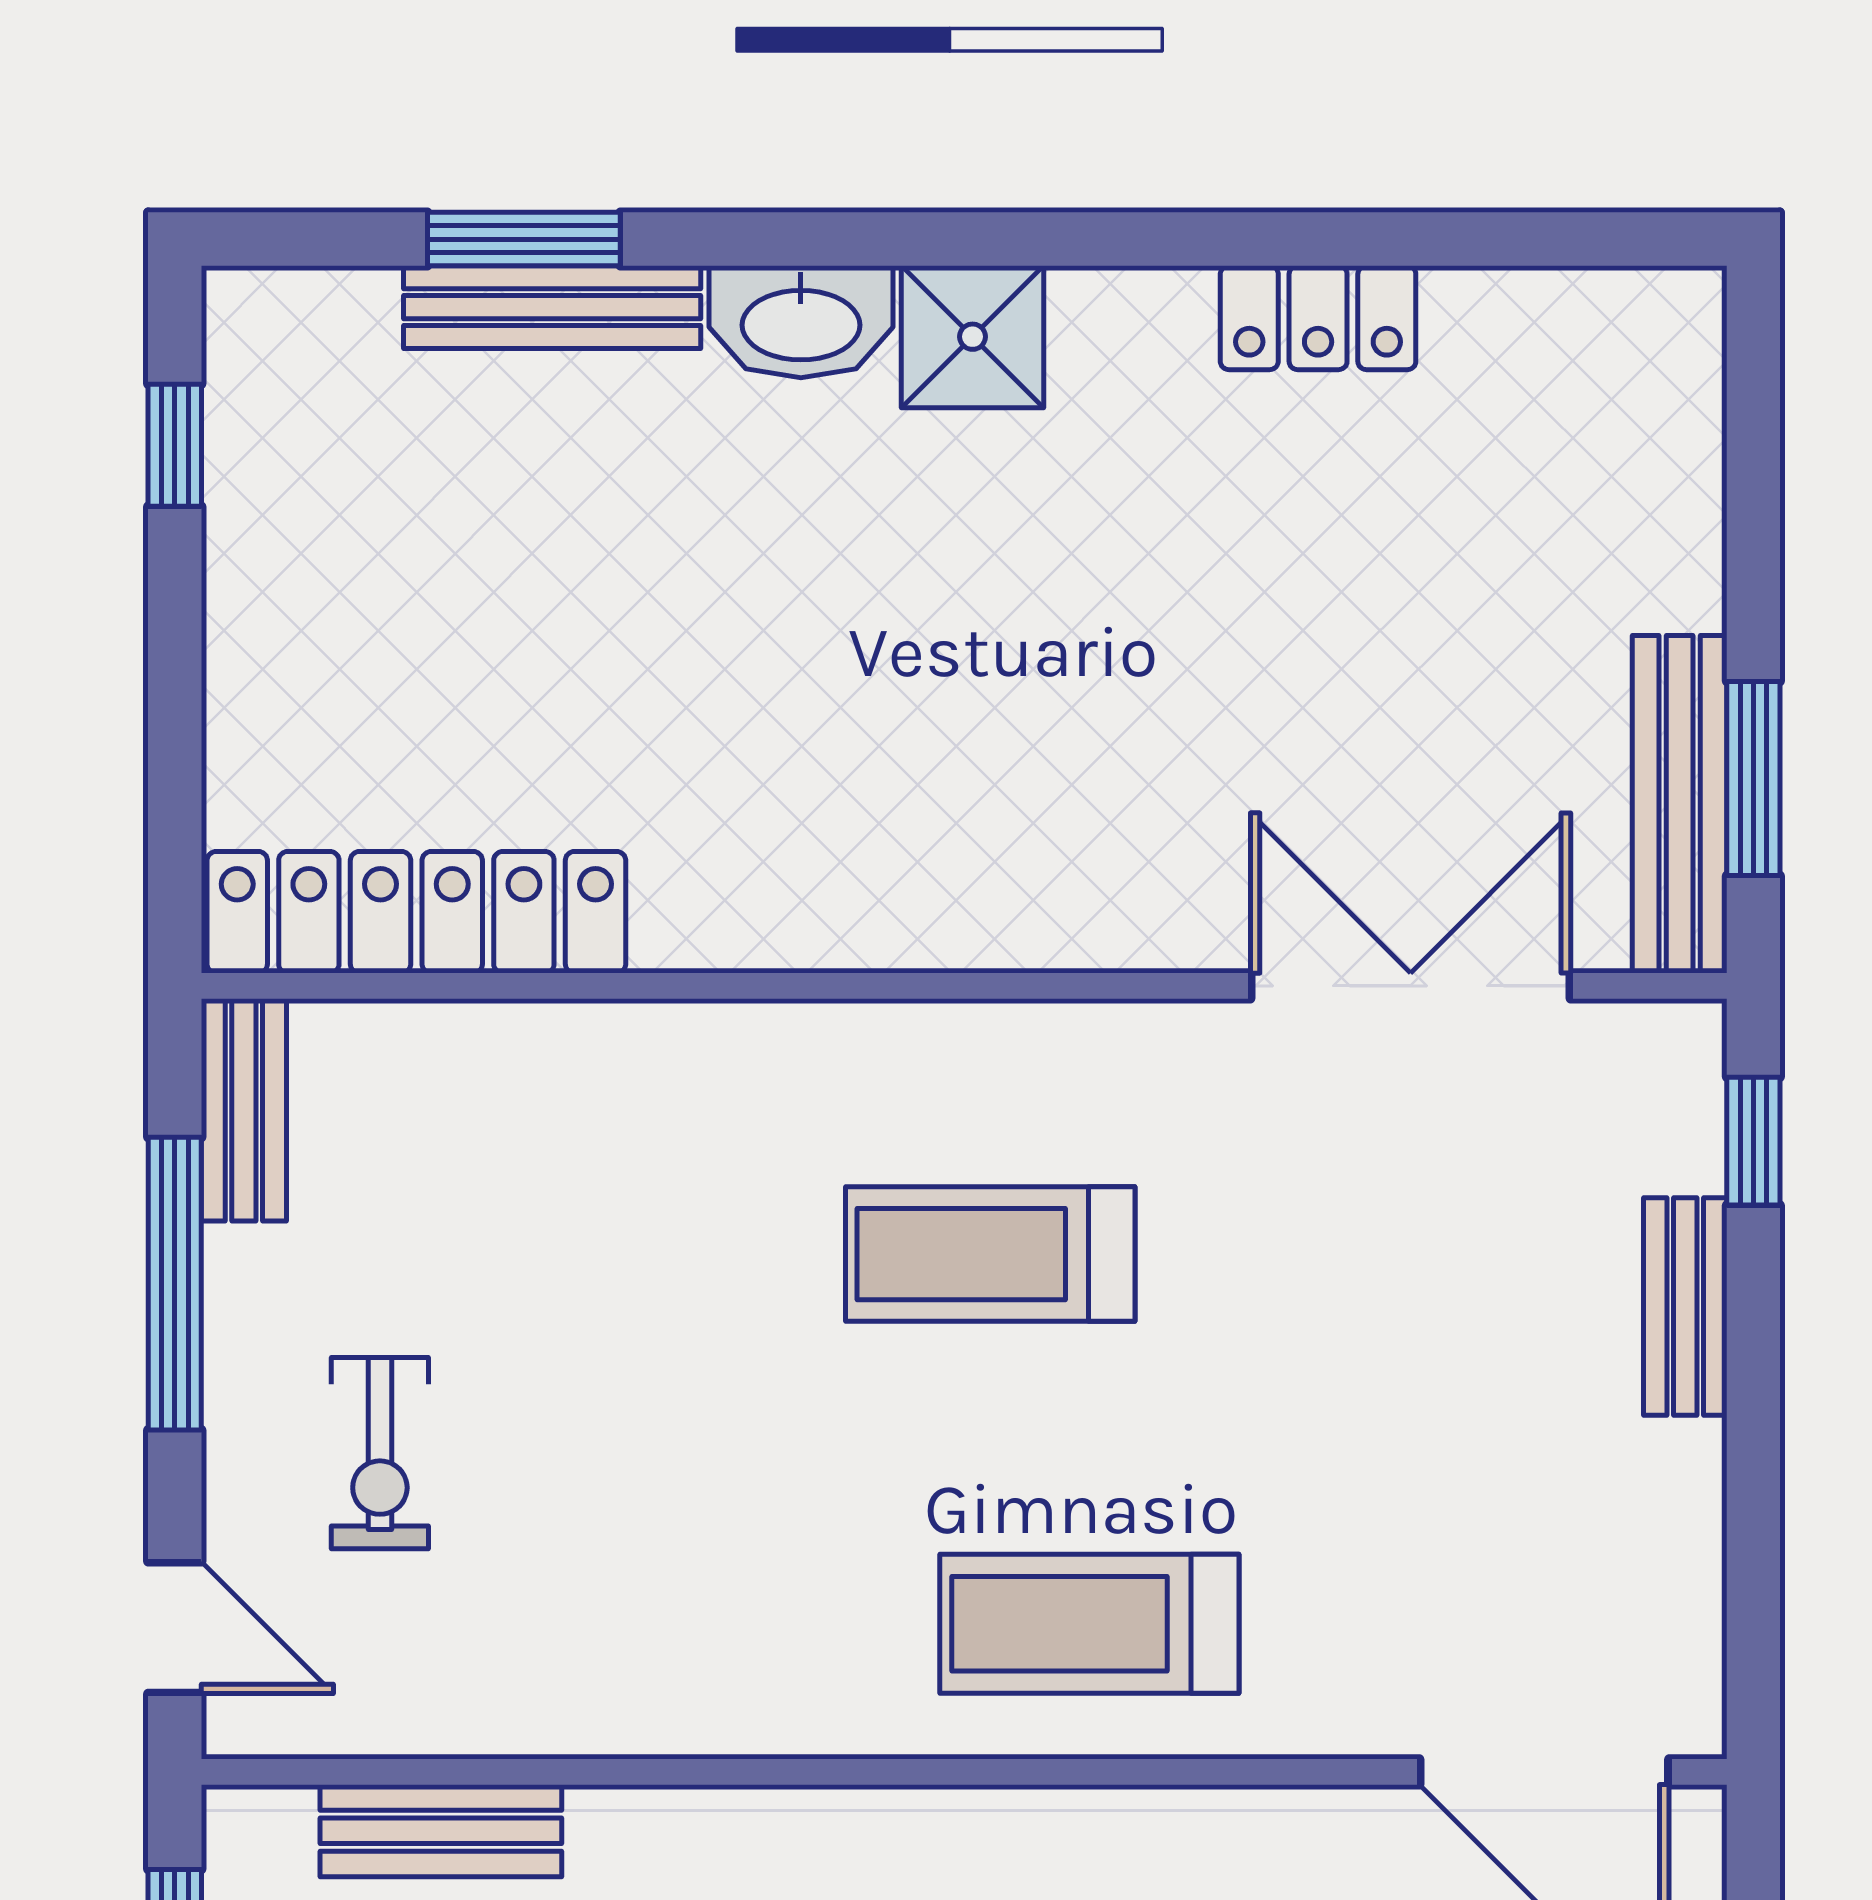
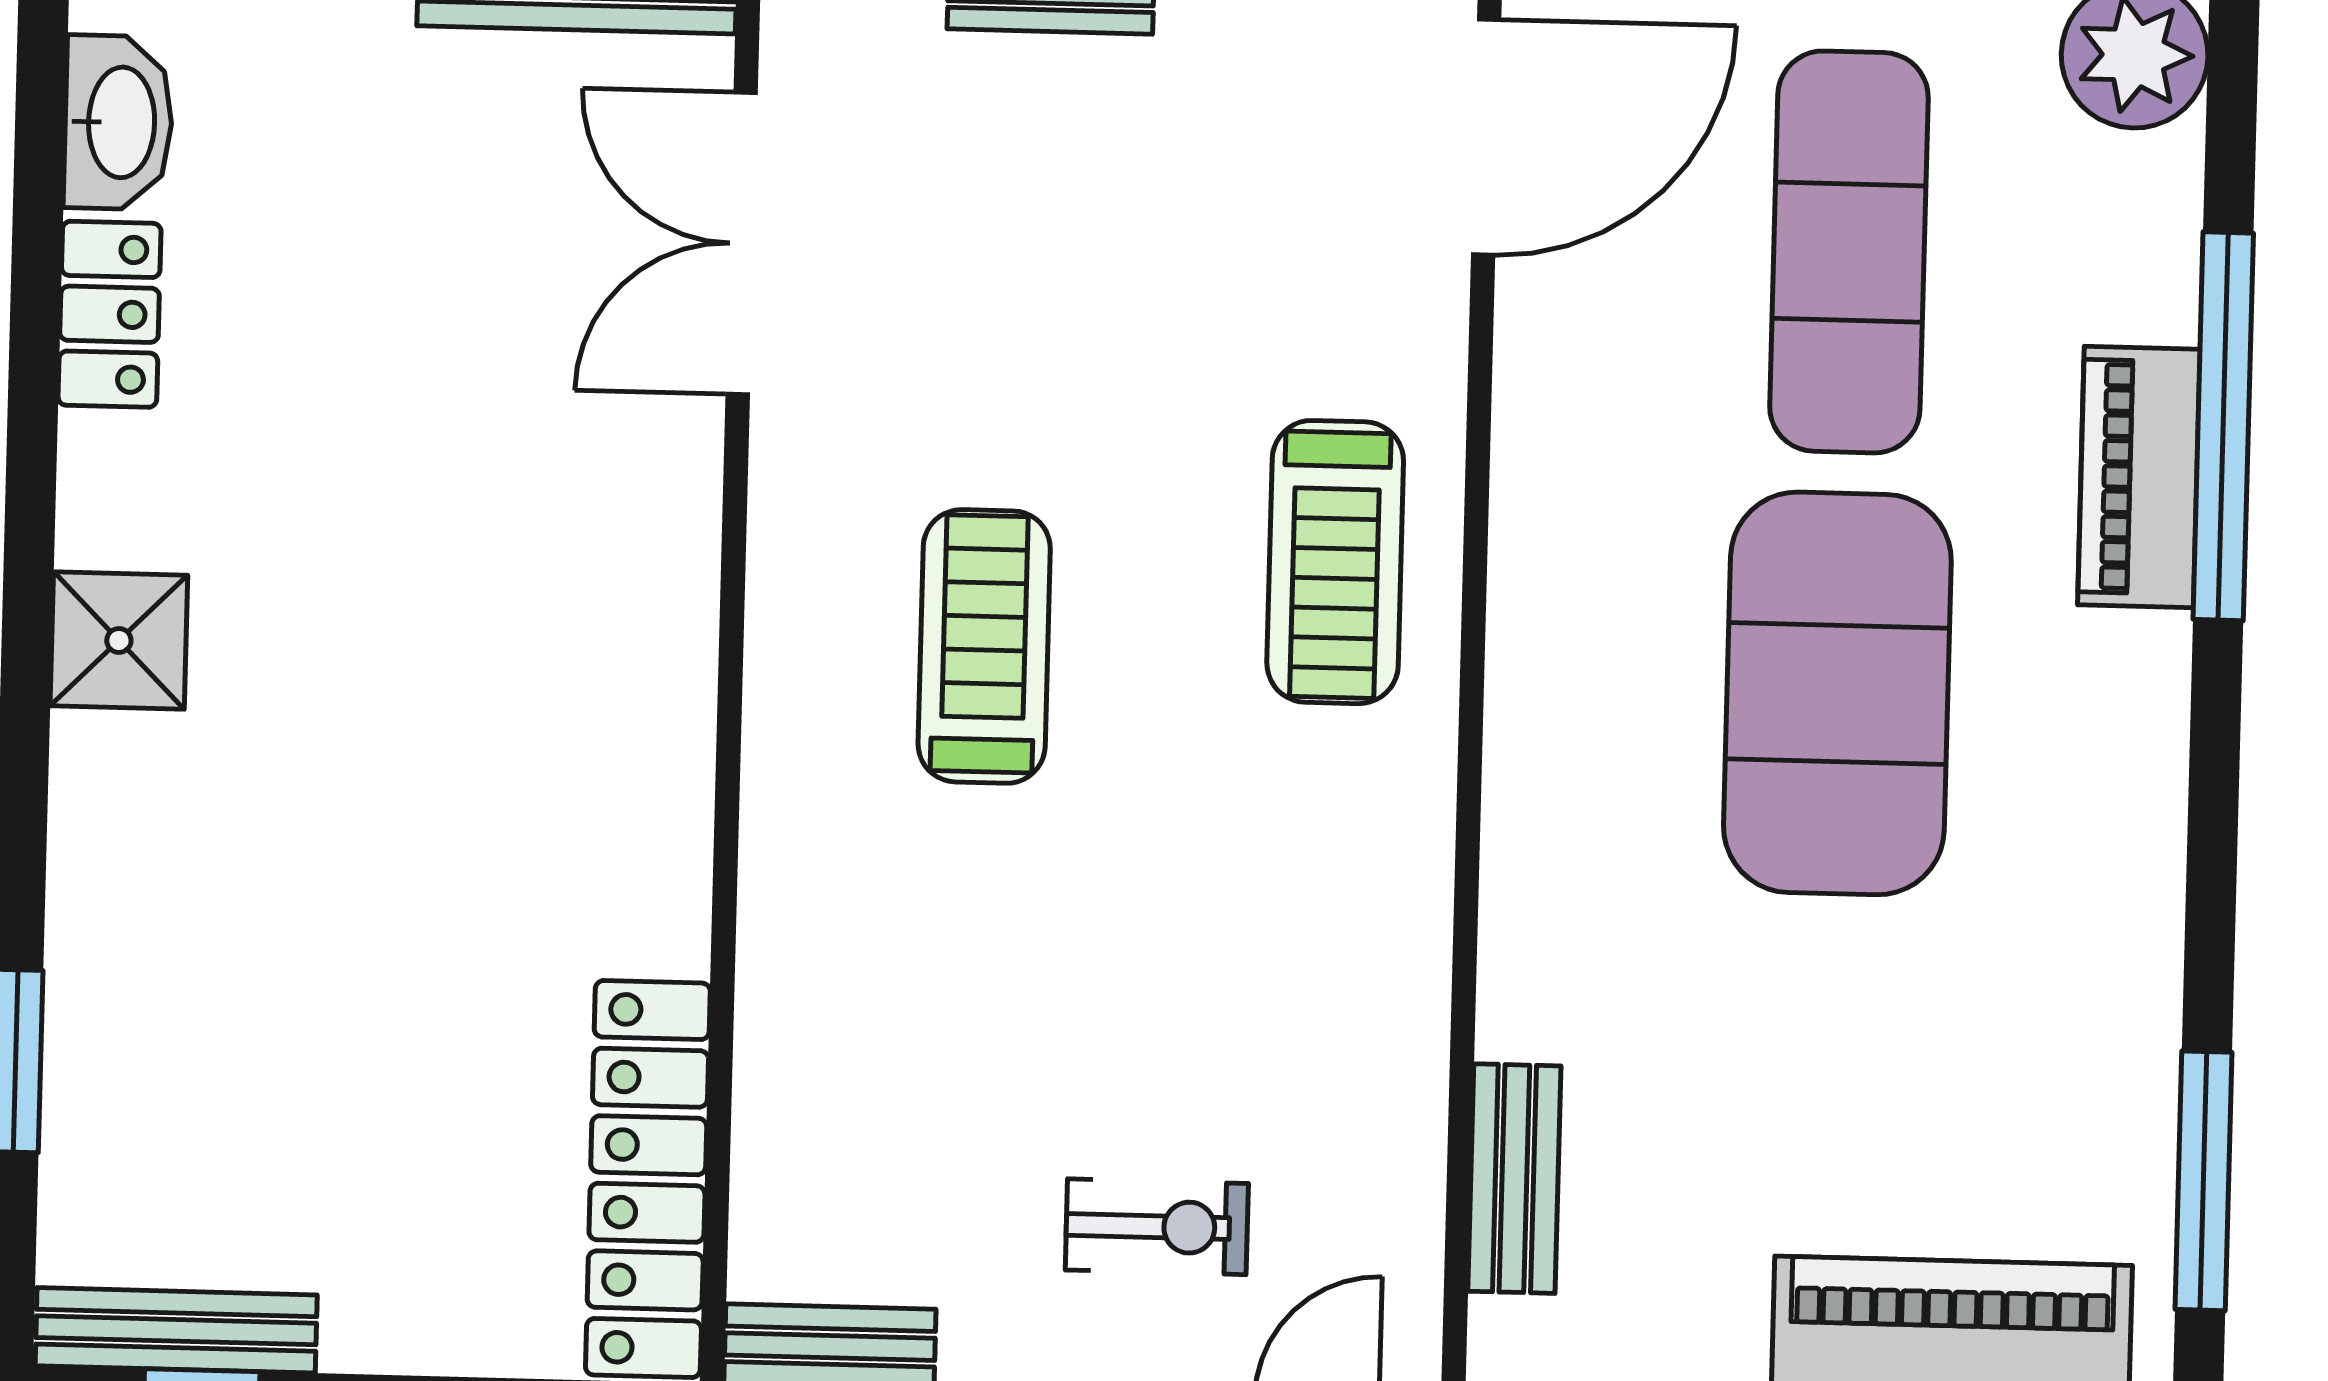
bench: (552, 307) -> (176, 1330), moved, turned 90
washbasin: (801, 322) -> (118, 122), moved
treadmill: (990, 1254) -> (984, 646), turned 180

